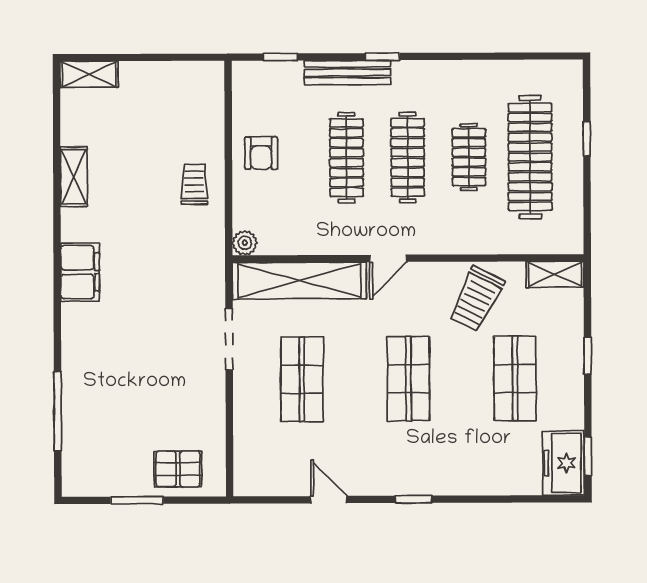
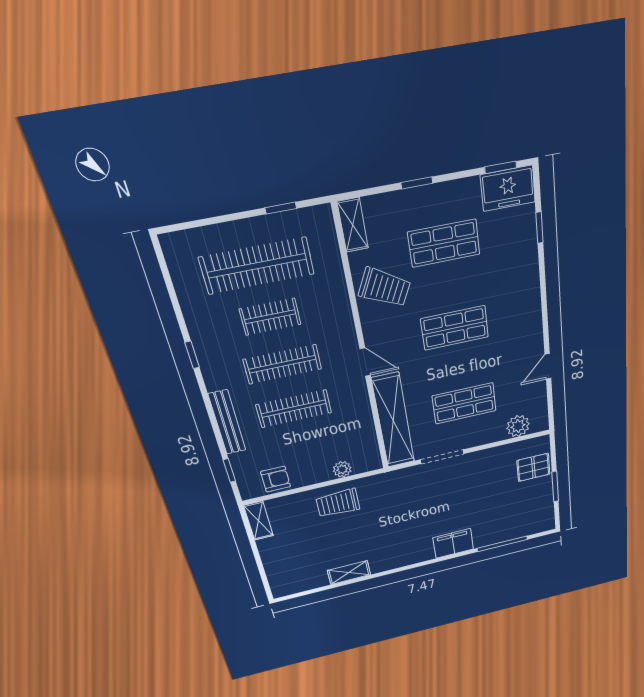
window: (382, 57) -> (192, 355), moved
shelving: (89, 74) -> (259, 521), moved
window: (587, 139) -> (281, 208), moved
armchair: (261, 153) -> (276, 479), moved
trolley: (194, 184) -> (338, 503), width x1.36, depth x1.39
plant: (245, 243) -> (342, 469), moved
filing cabinet: (80, 272) -> (453, 543), moved
plant: (250, 451) -> (518, 426), added
pallet: (178, 469) -> (533, 467), turned 90
window: (414, 499) -> (539, 228), moved

